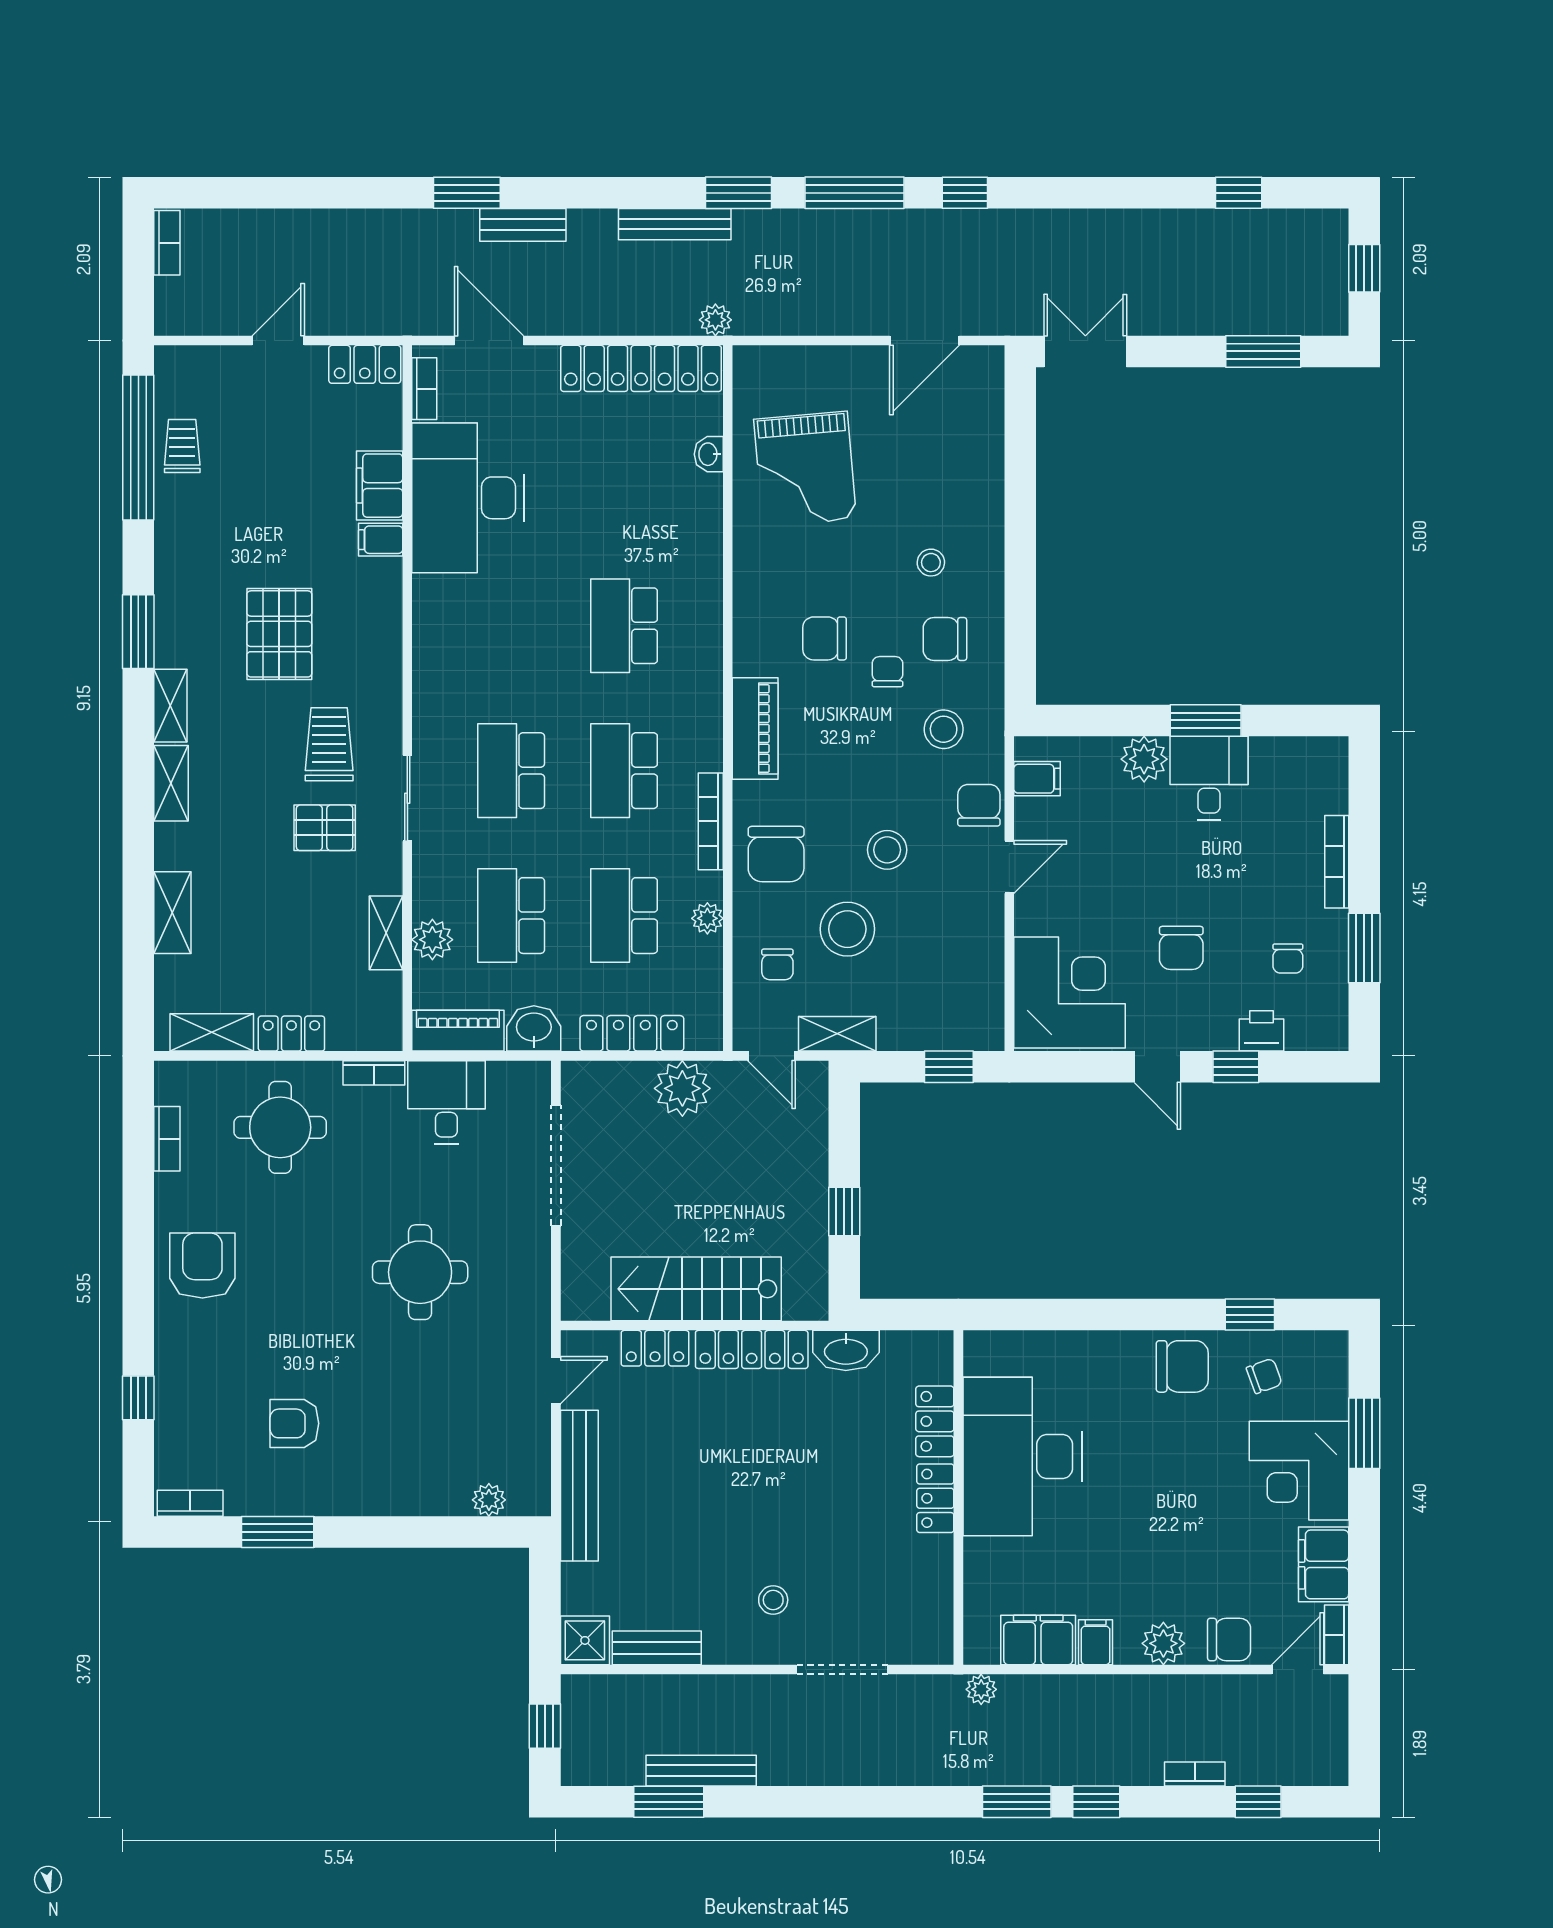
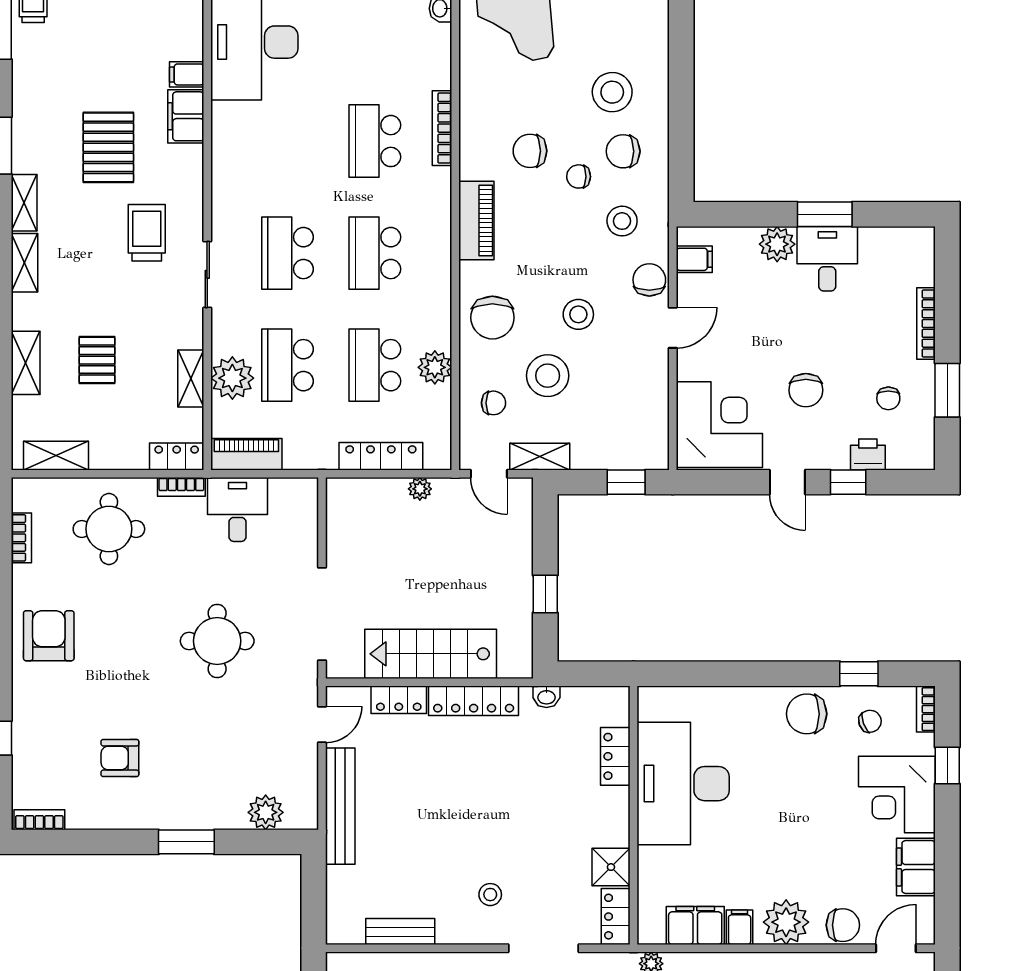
filing cabinet: (380, 486) -> (186, 116), moved
stool: (931, 563) -> (612, 92), width x1.89, depth x1.89
chair: (887, 672) -> (579, 176), turned -89
bookcase: (711, 821) -> (442, 128), moved
pallet: (325, 828) -> (97, 360), moved, turned 90
plant: (707, 918) -> (435, 367), width x1.38, depth x1.38
plant: (432, 940) -> (232, 378), width x1.36, depth x1.36
chair: (777, 964) -> (493, 403), turned -90
washbasin: (534, 1028) -> (305, 452), removed
locker: (291, 1034) -> (177, 456), moved
plant: (682, 1088) -> (420, 489), width x0.53, depth x0.53
doorway: (556, 1165) -> (322, 614), moved
washbasin: (846, 1350) -> (546, 697), width x0.52, depth x0.69
chair: (1182, 1366) -> (807, 714), turned 180
window: (1364, 1433) -> (947, 766), width x0.67
locker: (935, 1498) -> (616, 917), moved
plant: (489, 1500) -> (266, 812), width x1.38, depth x1.38
window: (278, 1532) -> (186, 842), moved
bookcase: (1337, 1635) -> (926, 709), moved
shower: (585, 1640) -> (611, 867), moved
plant: (1163, 1643) -> (786, 922), width x1.36, depth x1.36

